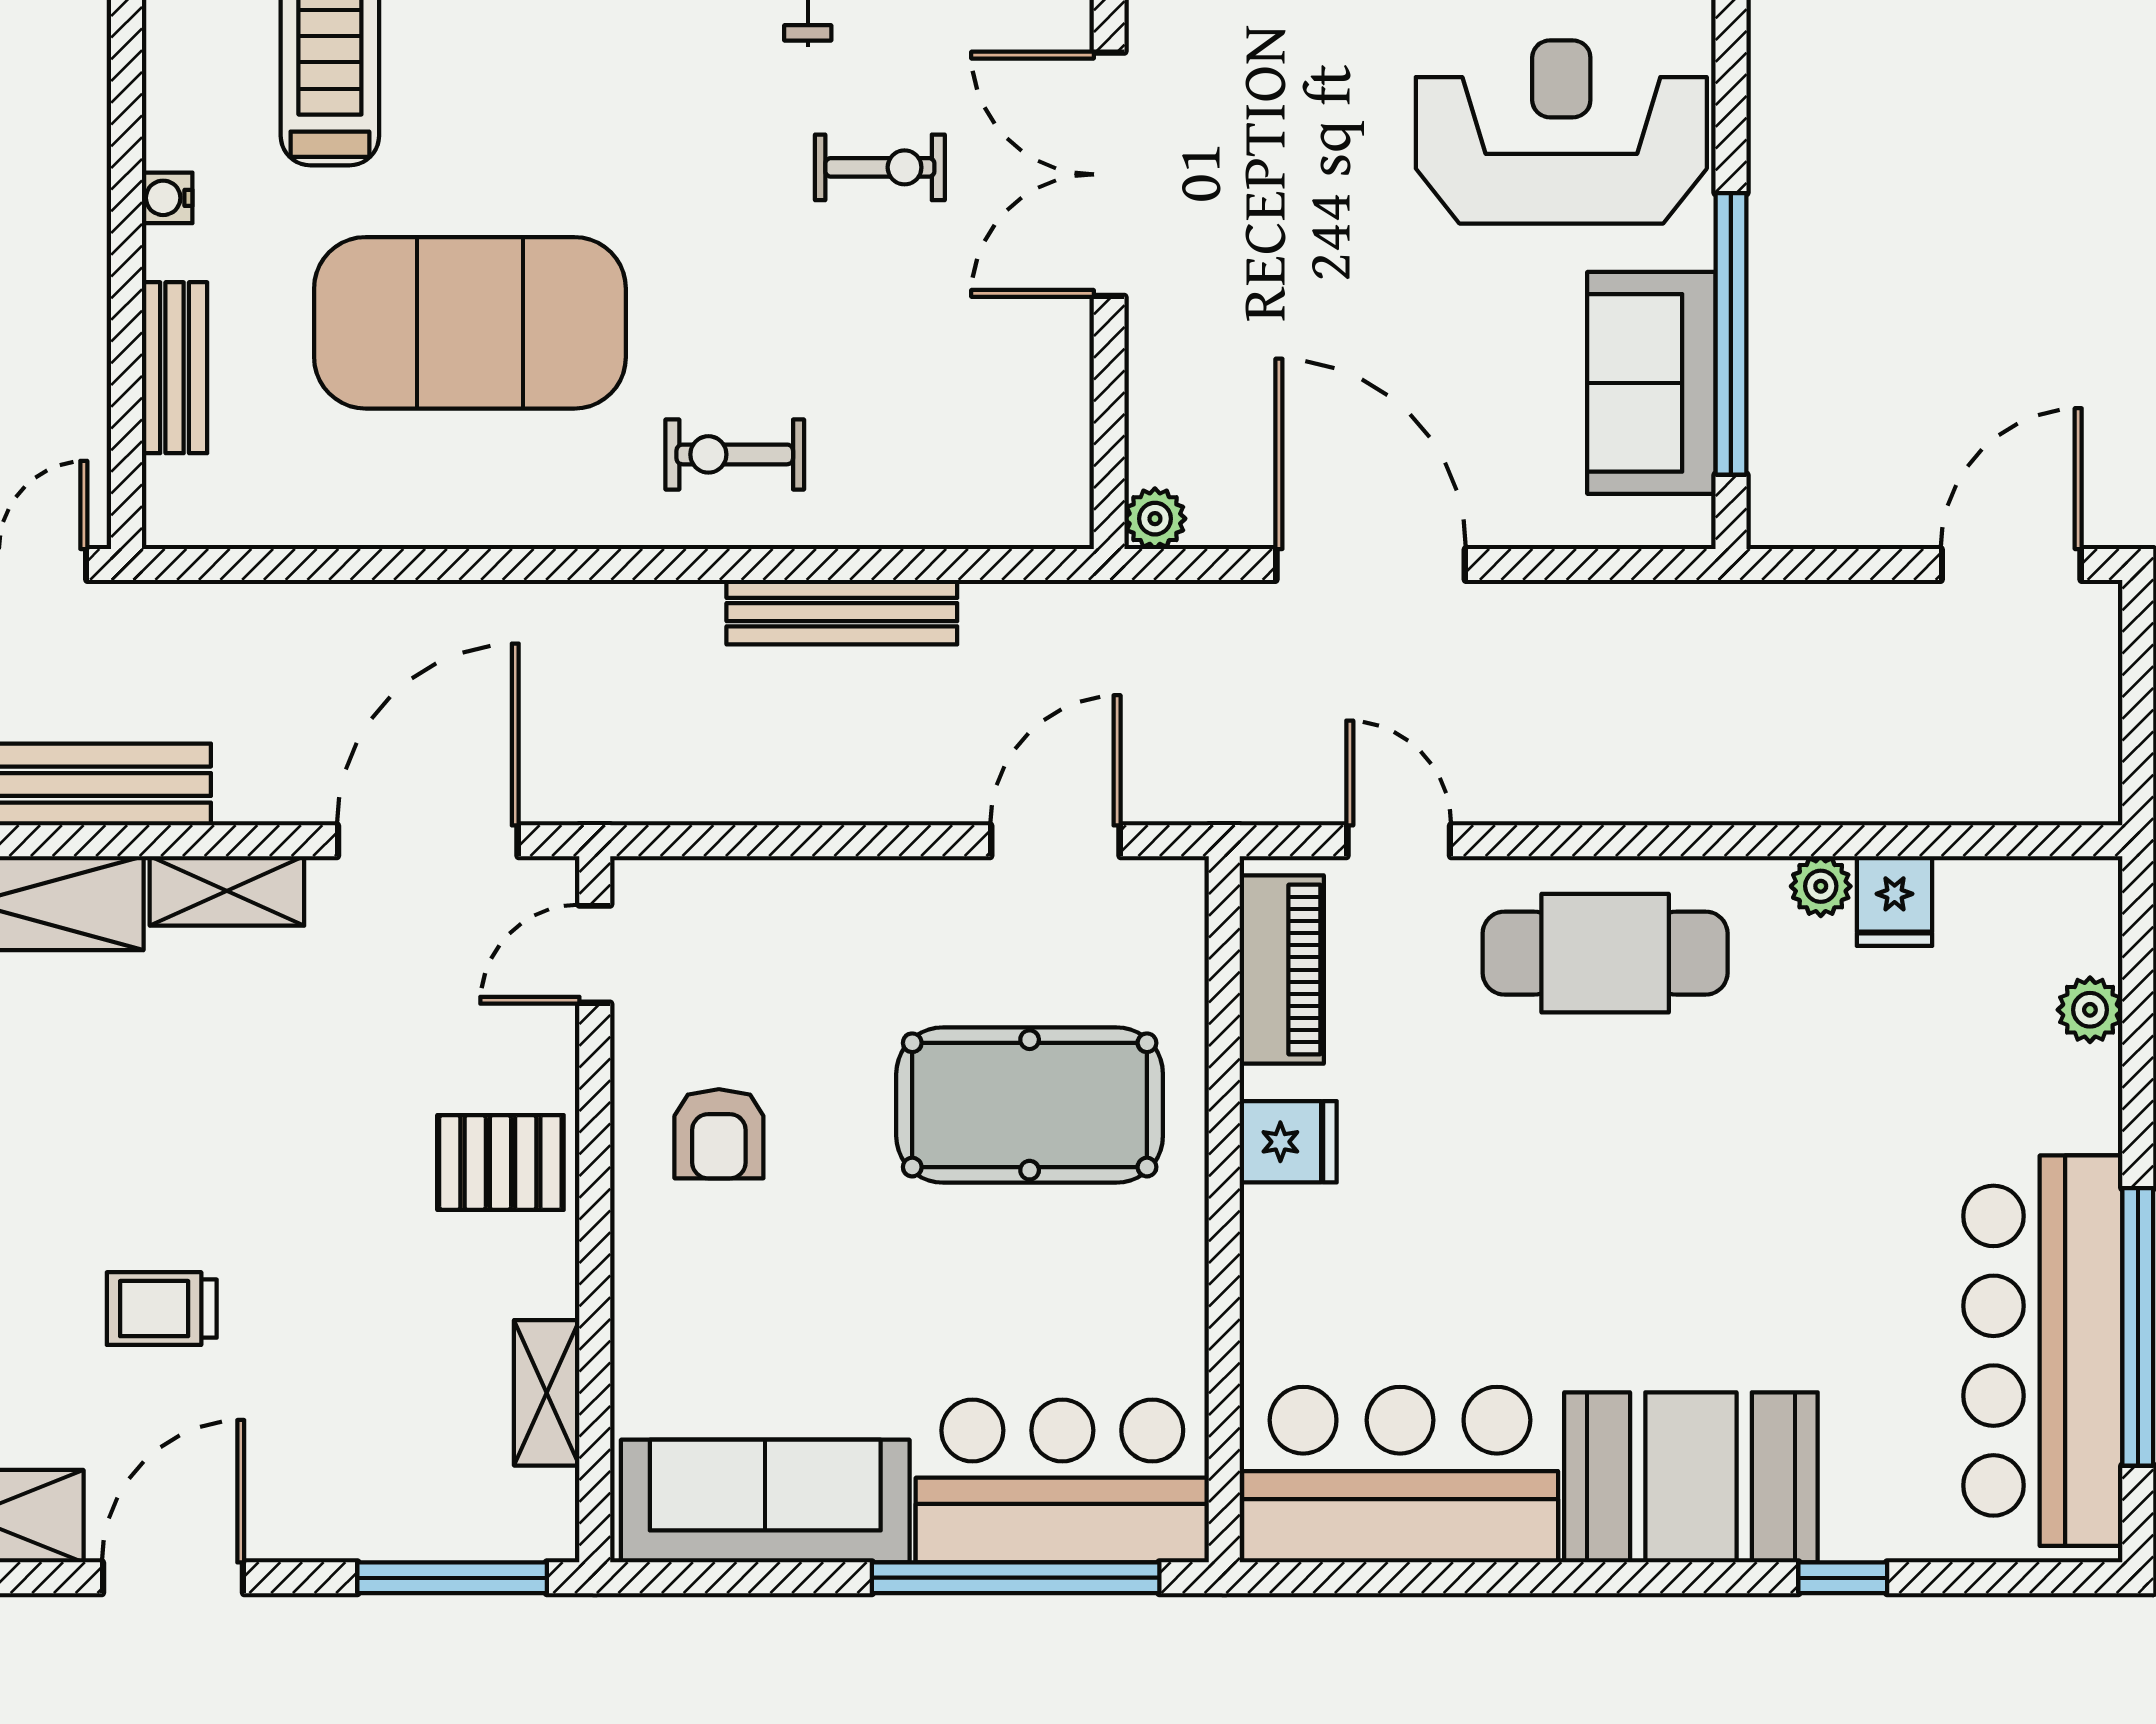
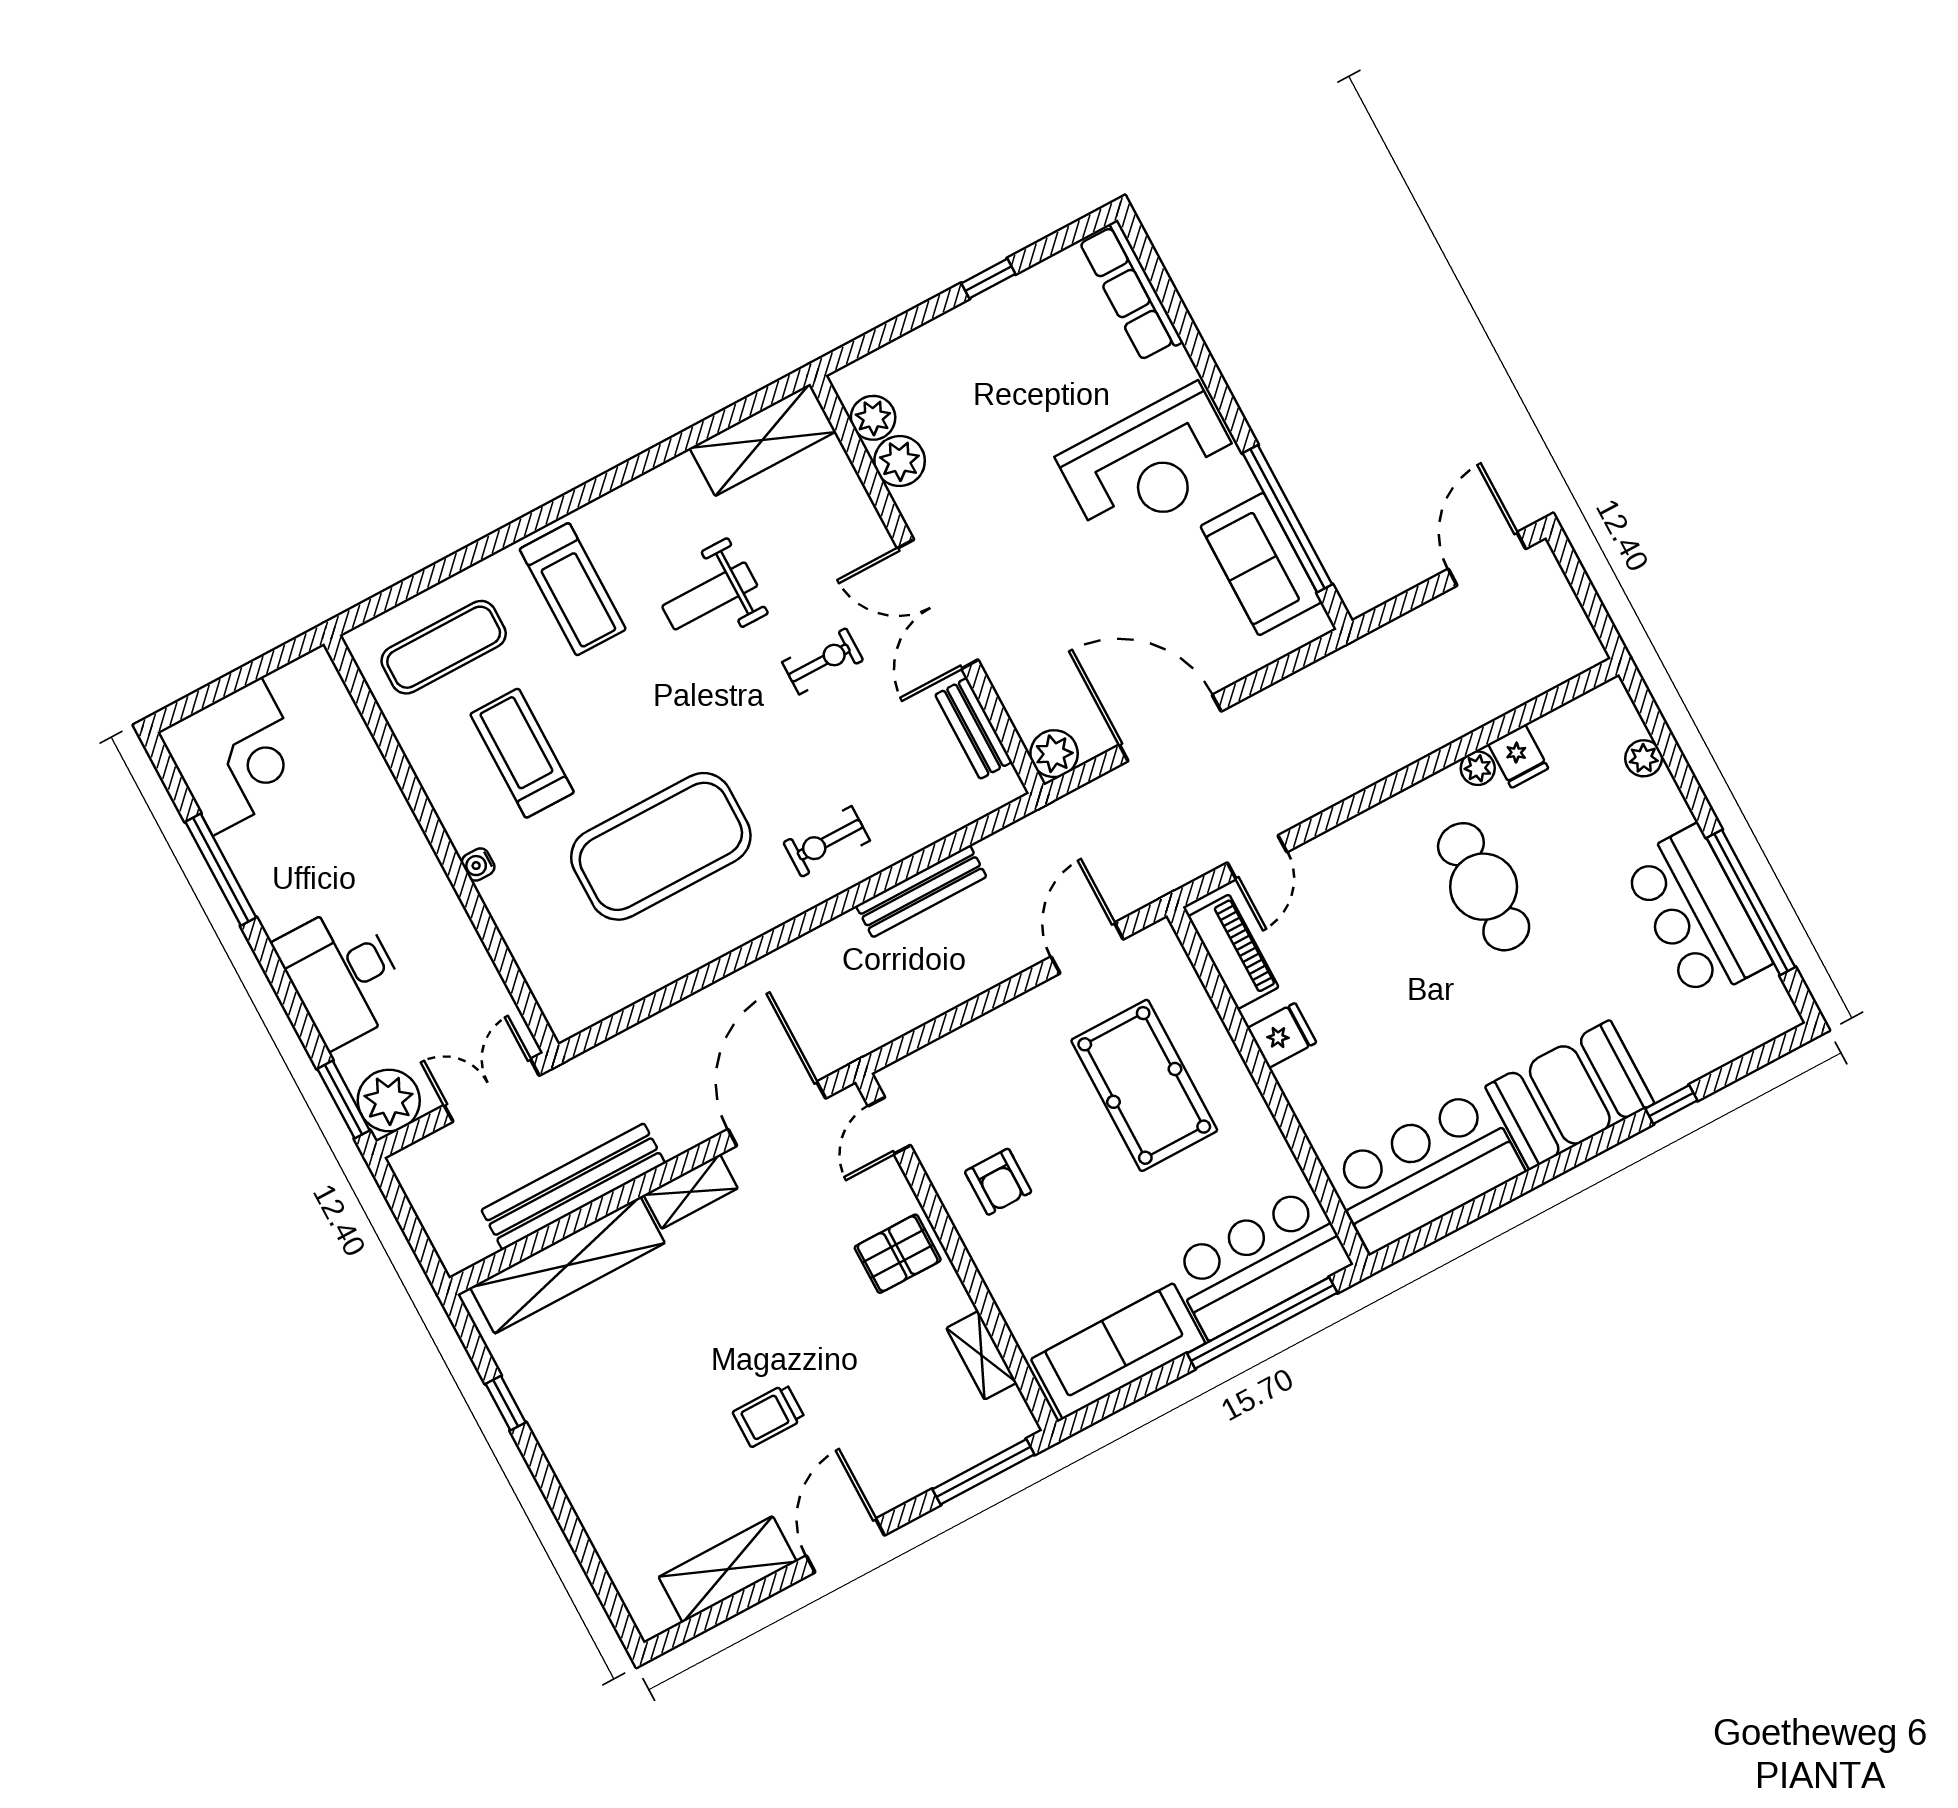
reception desk: (1561, 132) -> (1150, 464), turned 180
bench: (175, 368) -> (974, 728), moved
plant: (1155, 519) -> (1054, 754), width x1.38, depth x1.38
door: (1399, 841) -> (1257, 857), swing flipped
cafe table: (1605, 953) -> (1484, 887), moved, turned 90
pool table: (1030, 1105) -> (1144, 1085), turned 90
bar counter: (2043, 1351) -> (1697, 914), width x0.73

